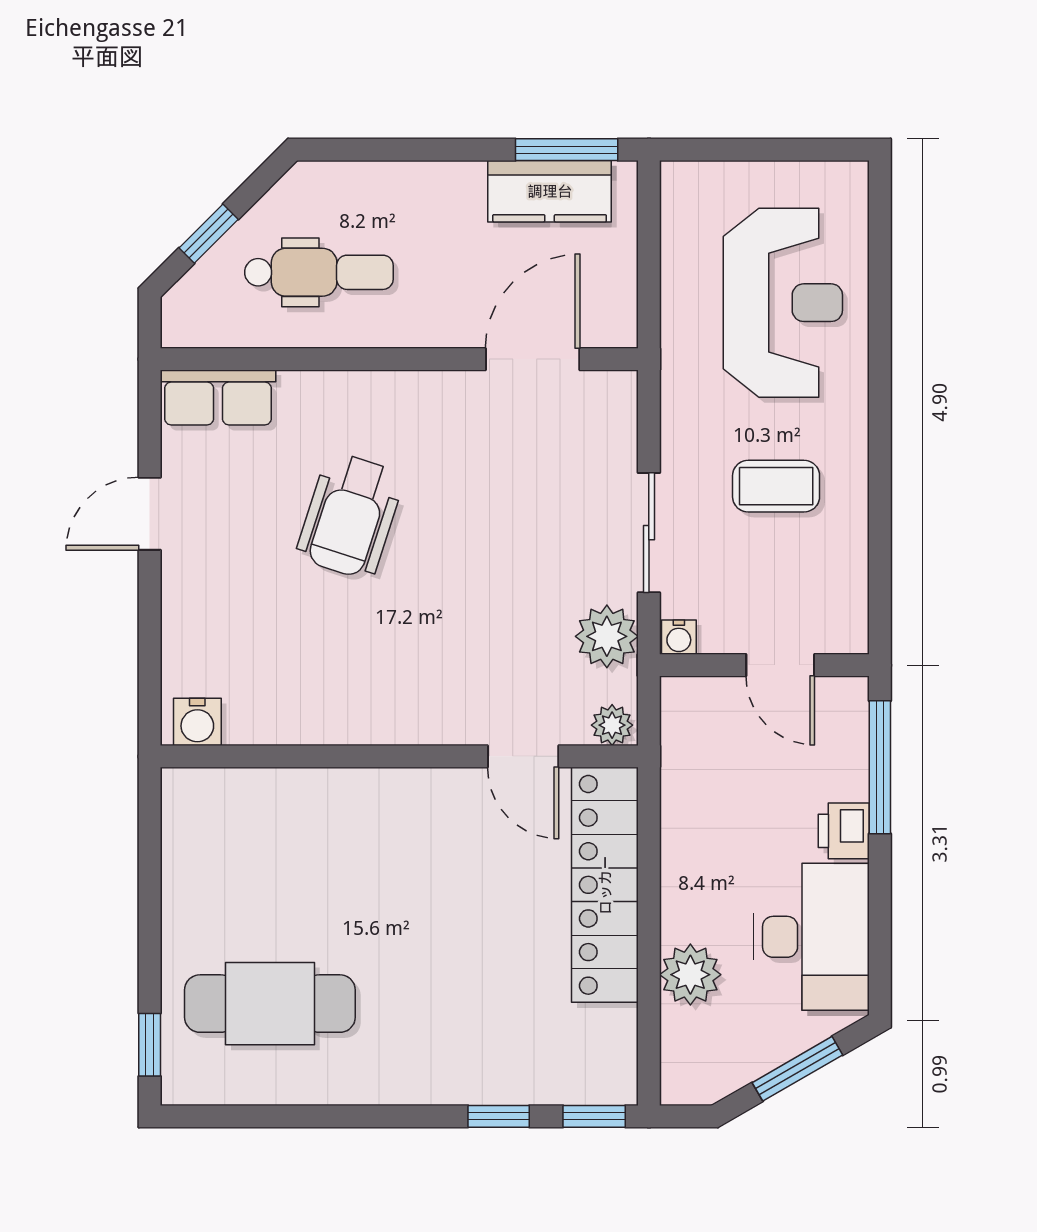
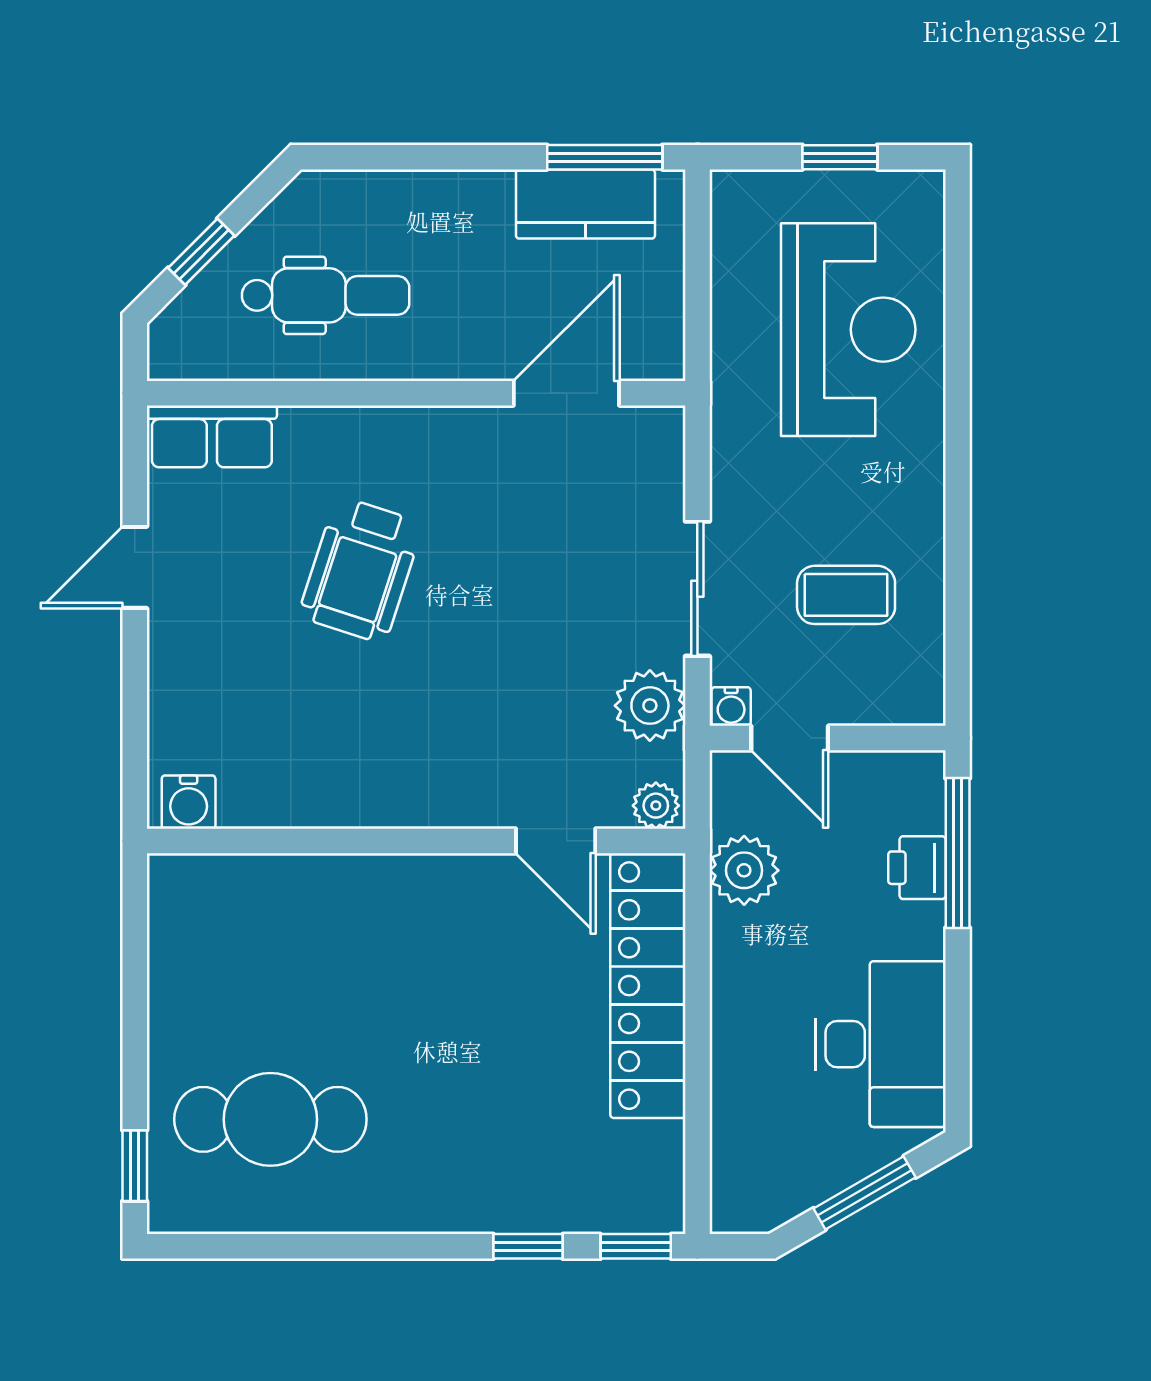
window: (775, 150) -> (840, 157), added
coffee table: (776, 486) -> (846, 595), moved
door: (780, 665) -> (790, 738), moved
printer: (844, 831) -> (917, 868), moved
plant: (690, 975) -> (744, 870), moved

